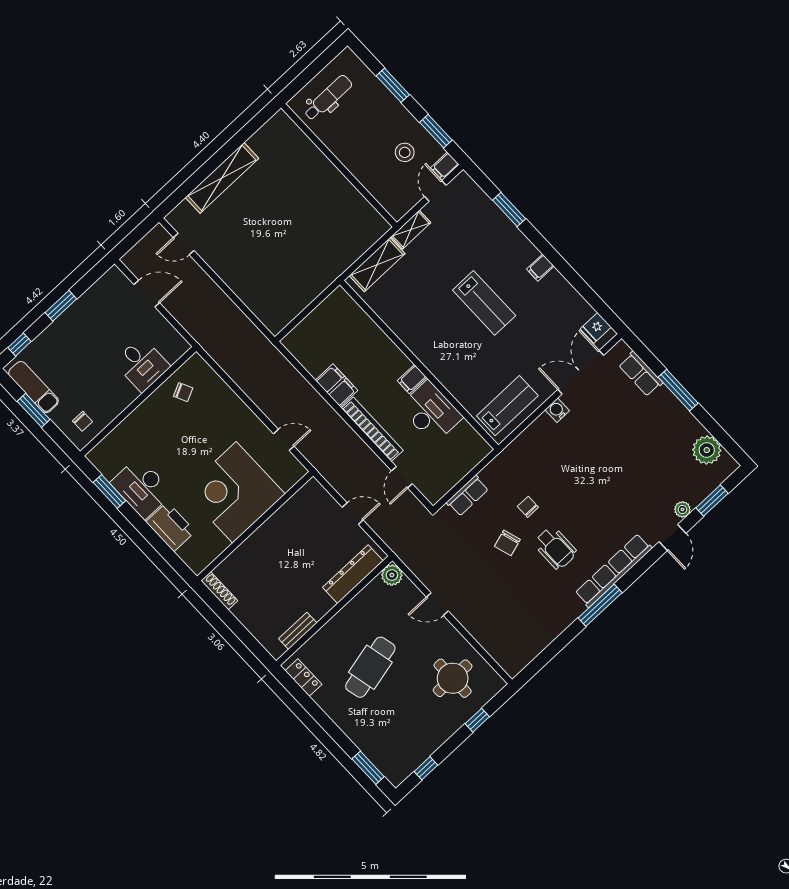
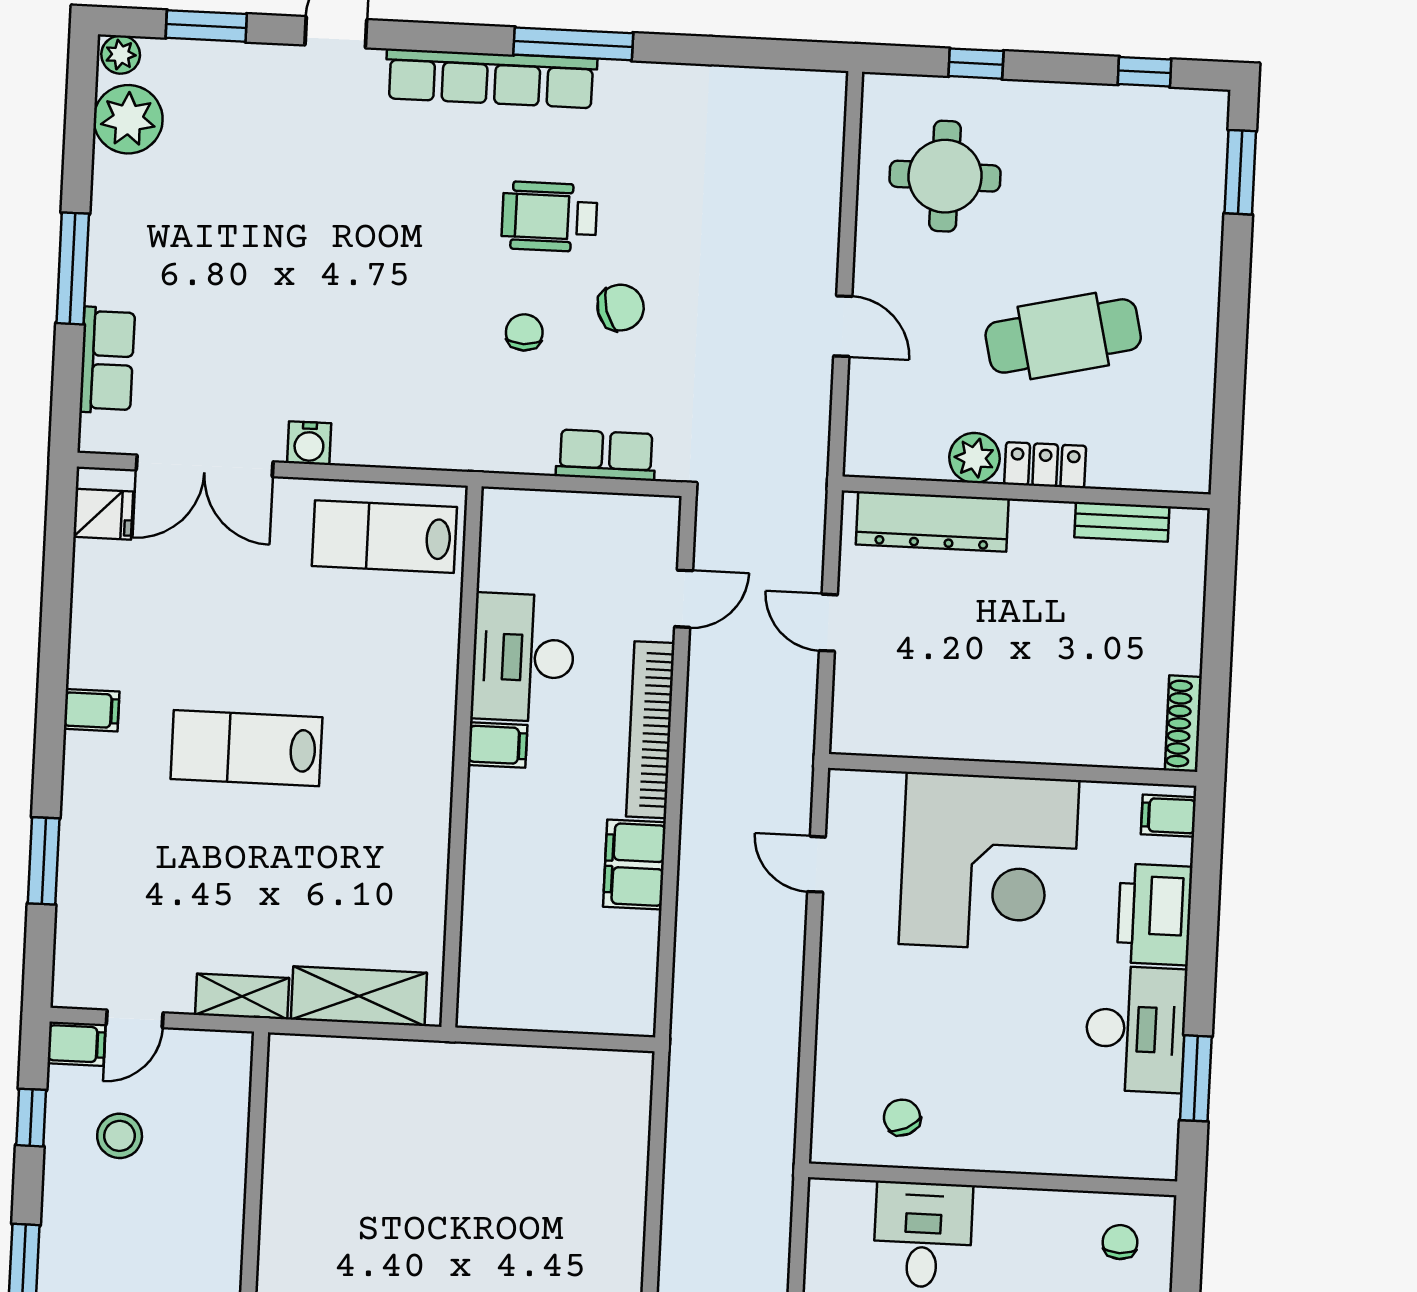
window: (436, 131) -> (31, 1118), width x0.67
lab bench: (484, 303) -> (246, 748), turned -90
chair: (528, 507) -> (524, 332), turned 180
plant: (682, 509) -> (121, 55), moved
wheelchair: (555, 548) -> (549, 217), turned -90
filing cabinet: (196, 560) -> (1168, 816), added
plant: (392, 575) -> (974, 458), moved
locker: (304, 677) -> (1045, 465), moved, turned 90

